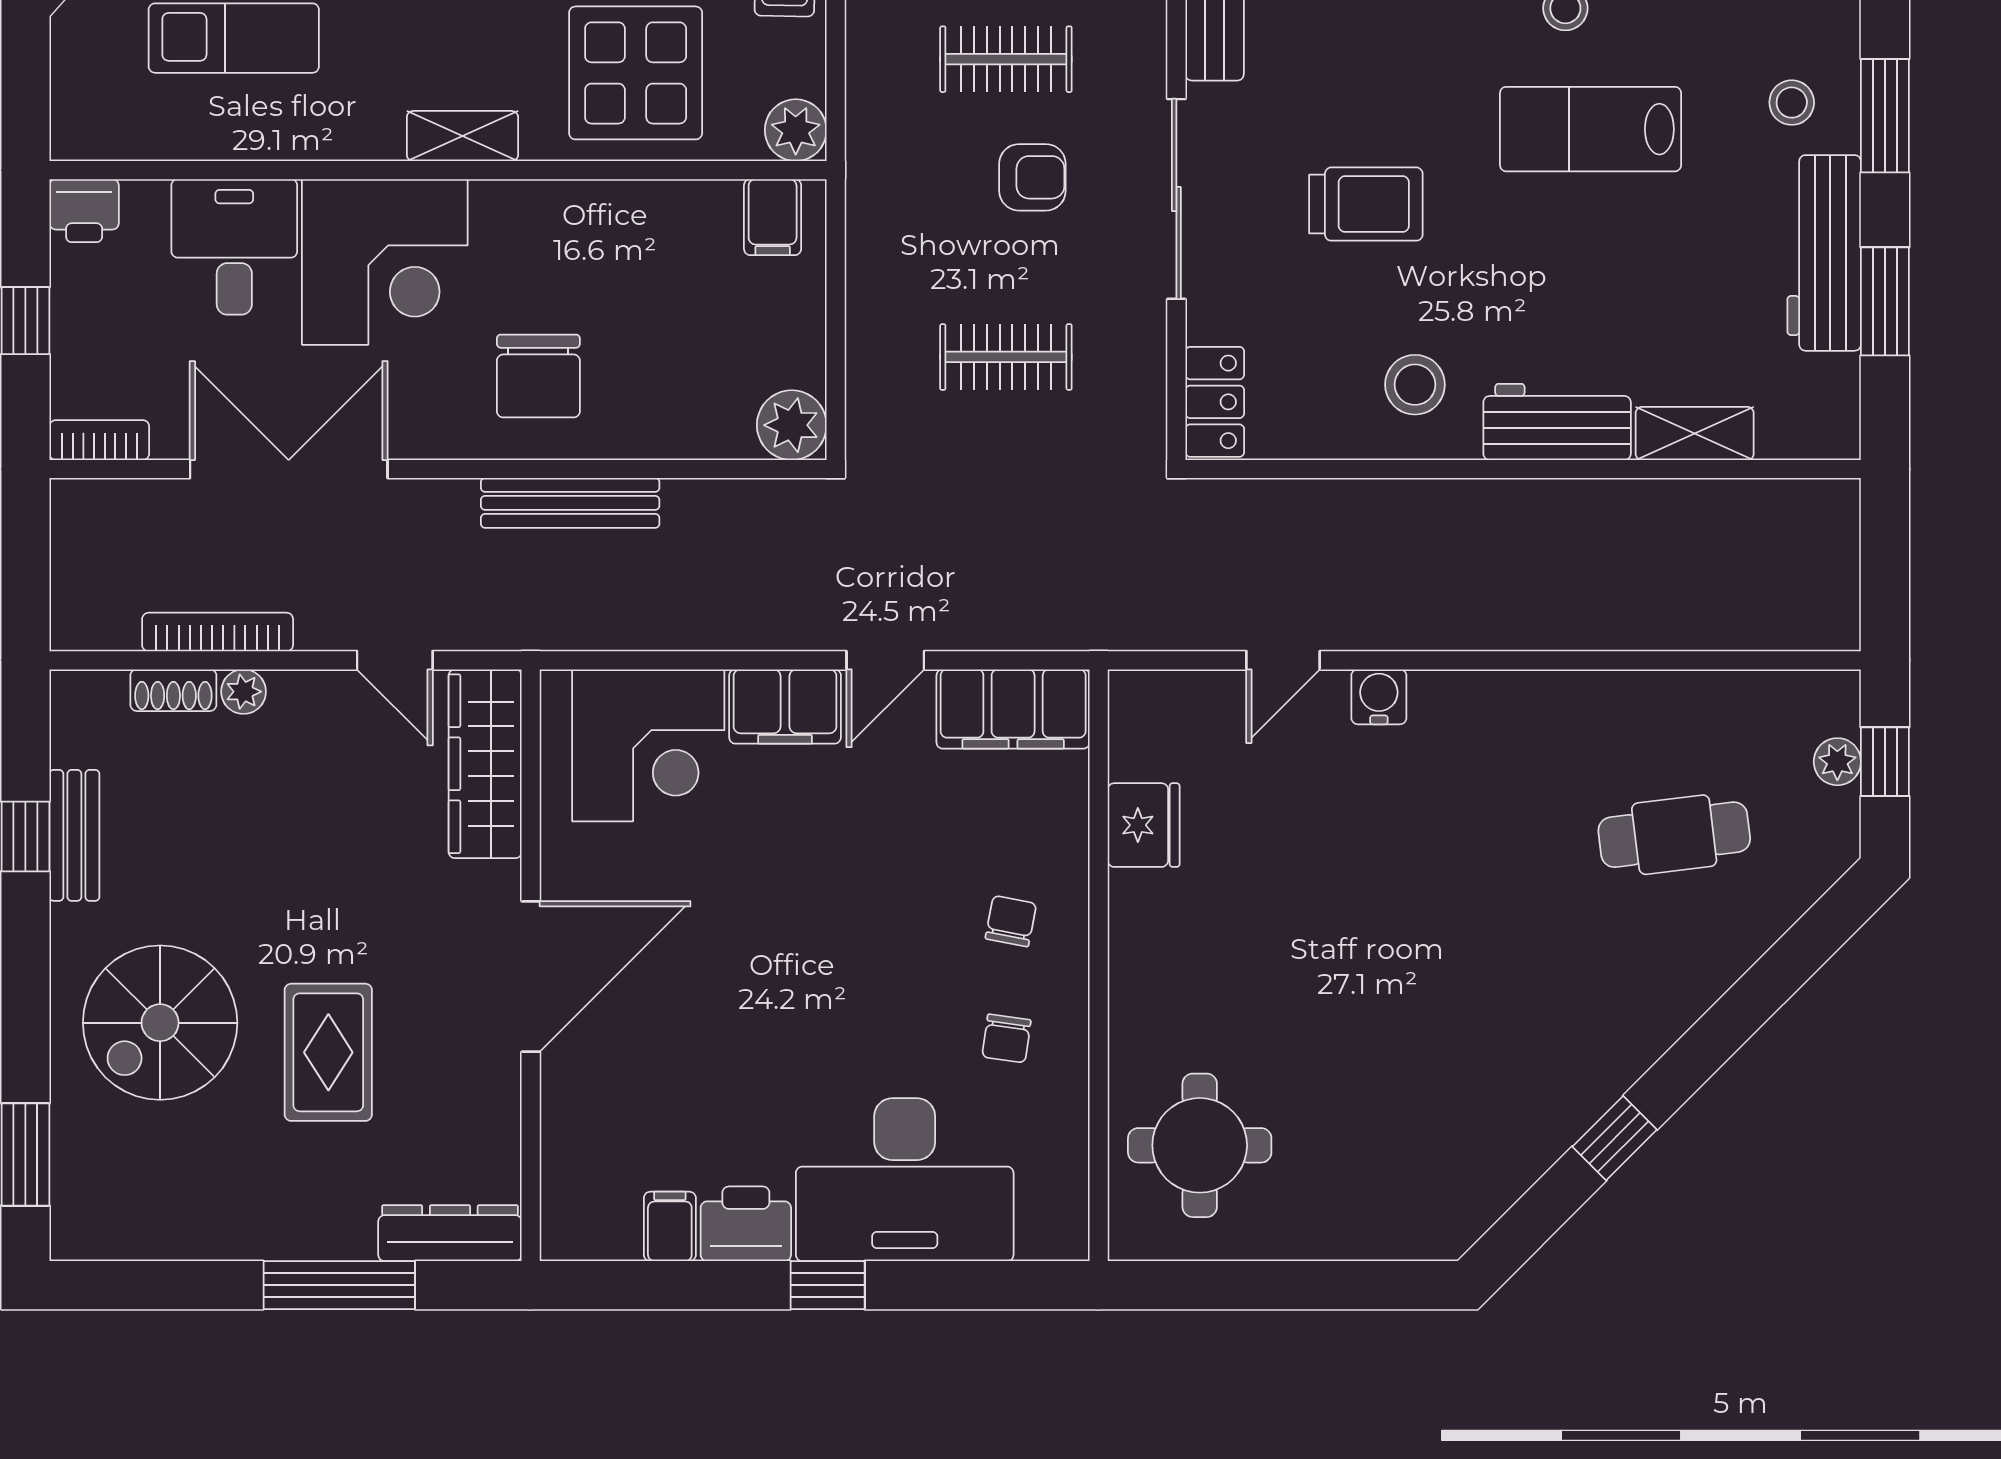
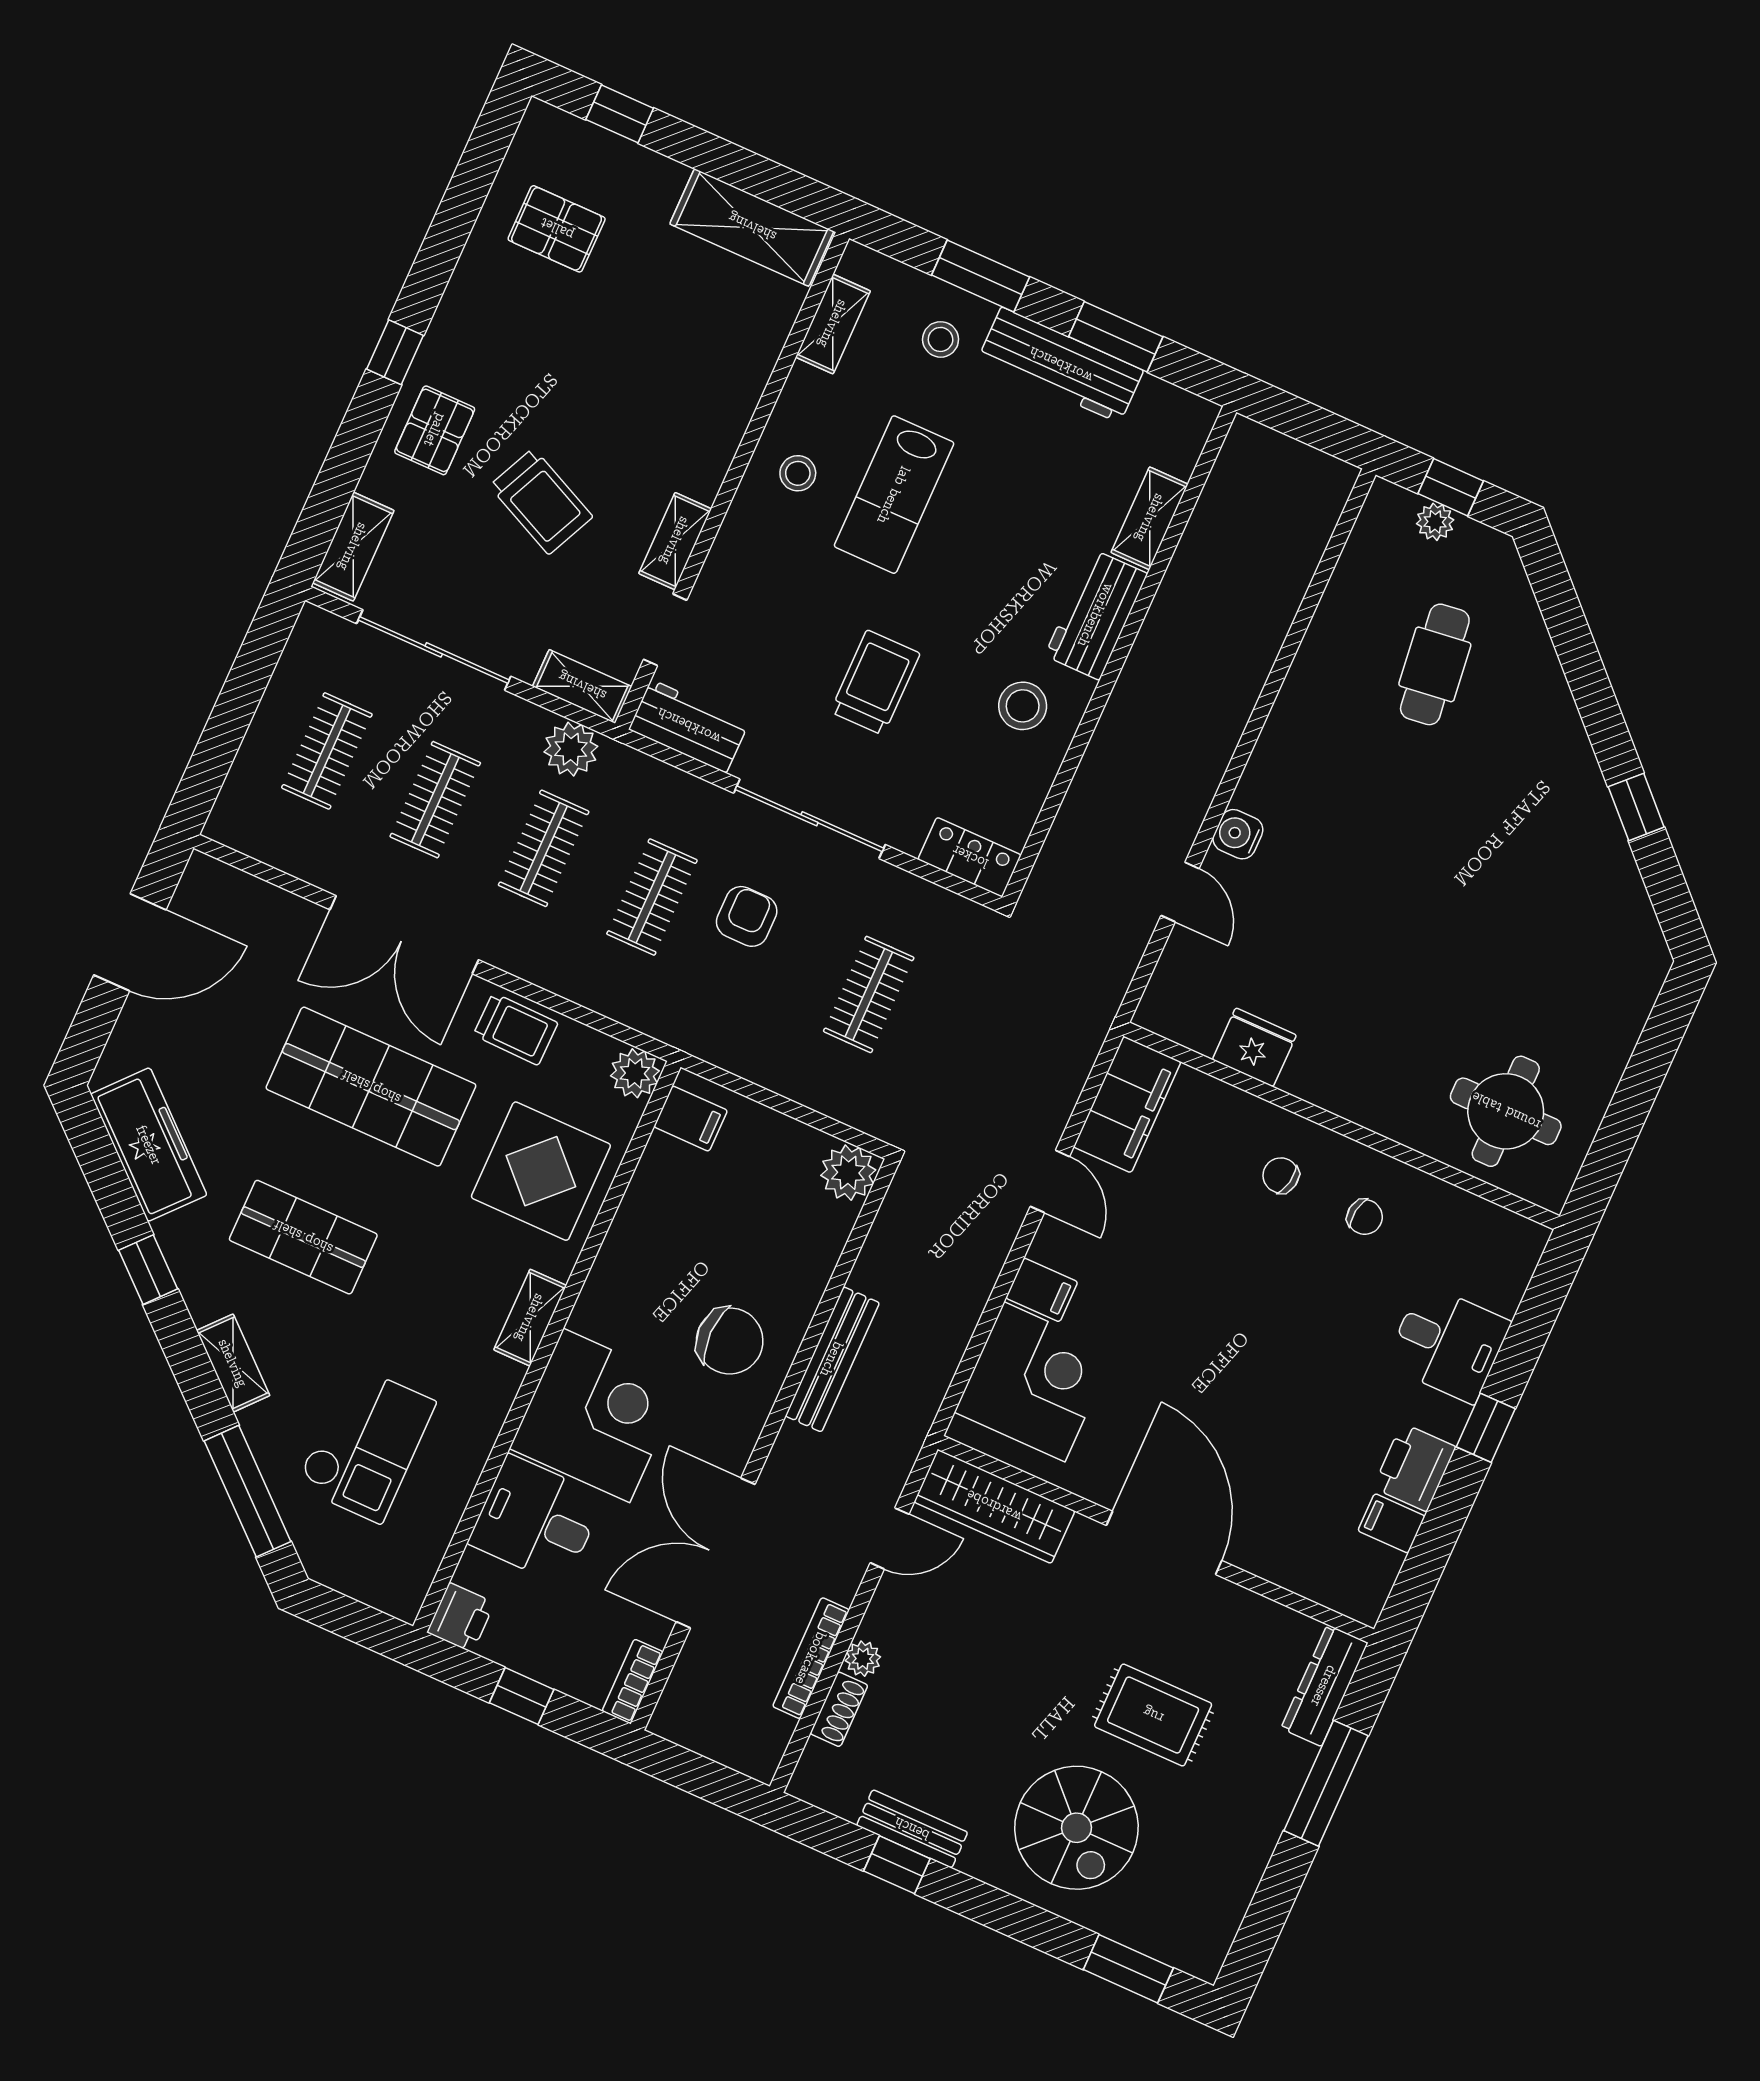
filing cabinet: (785, 706) -> (1042, 1290), width x0.50
desk: (905, 1180) -> (1448, 1343), width x0.53, depth x0.77

